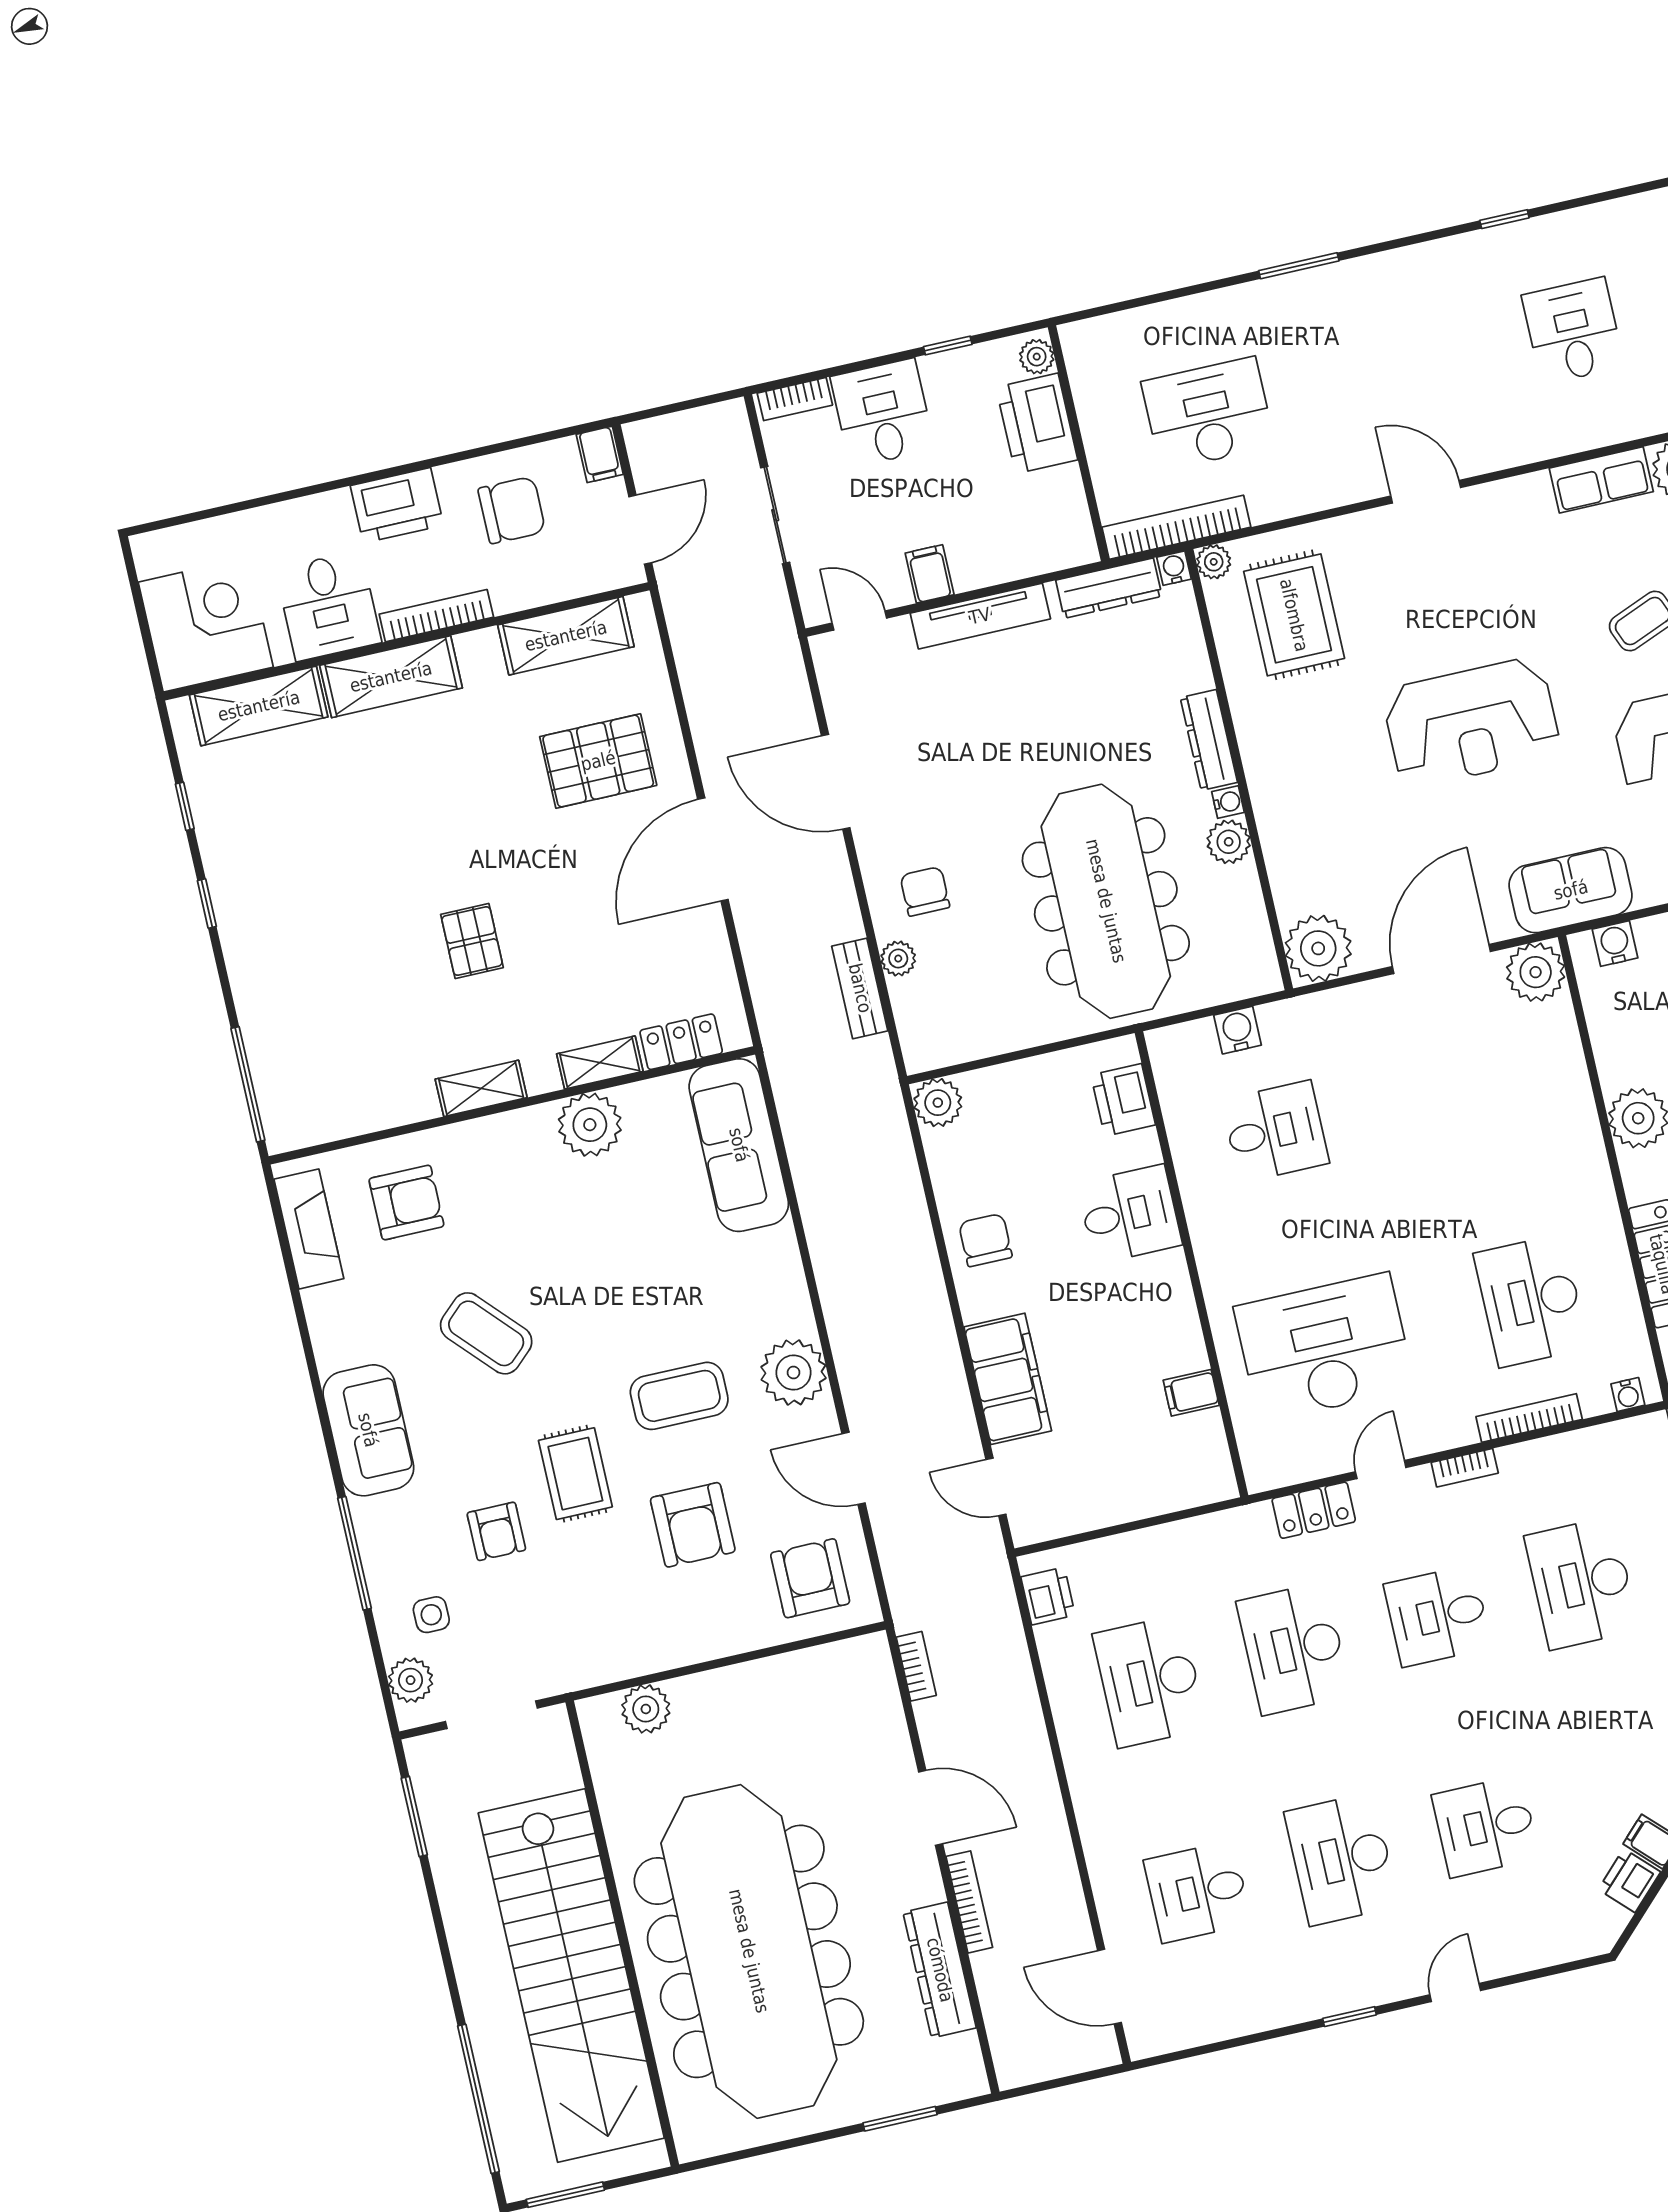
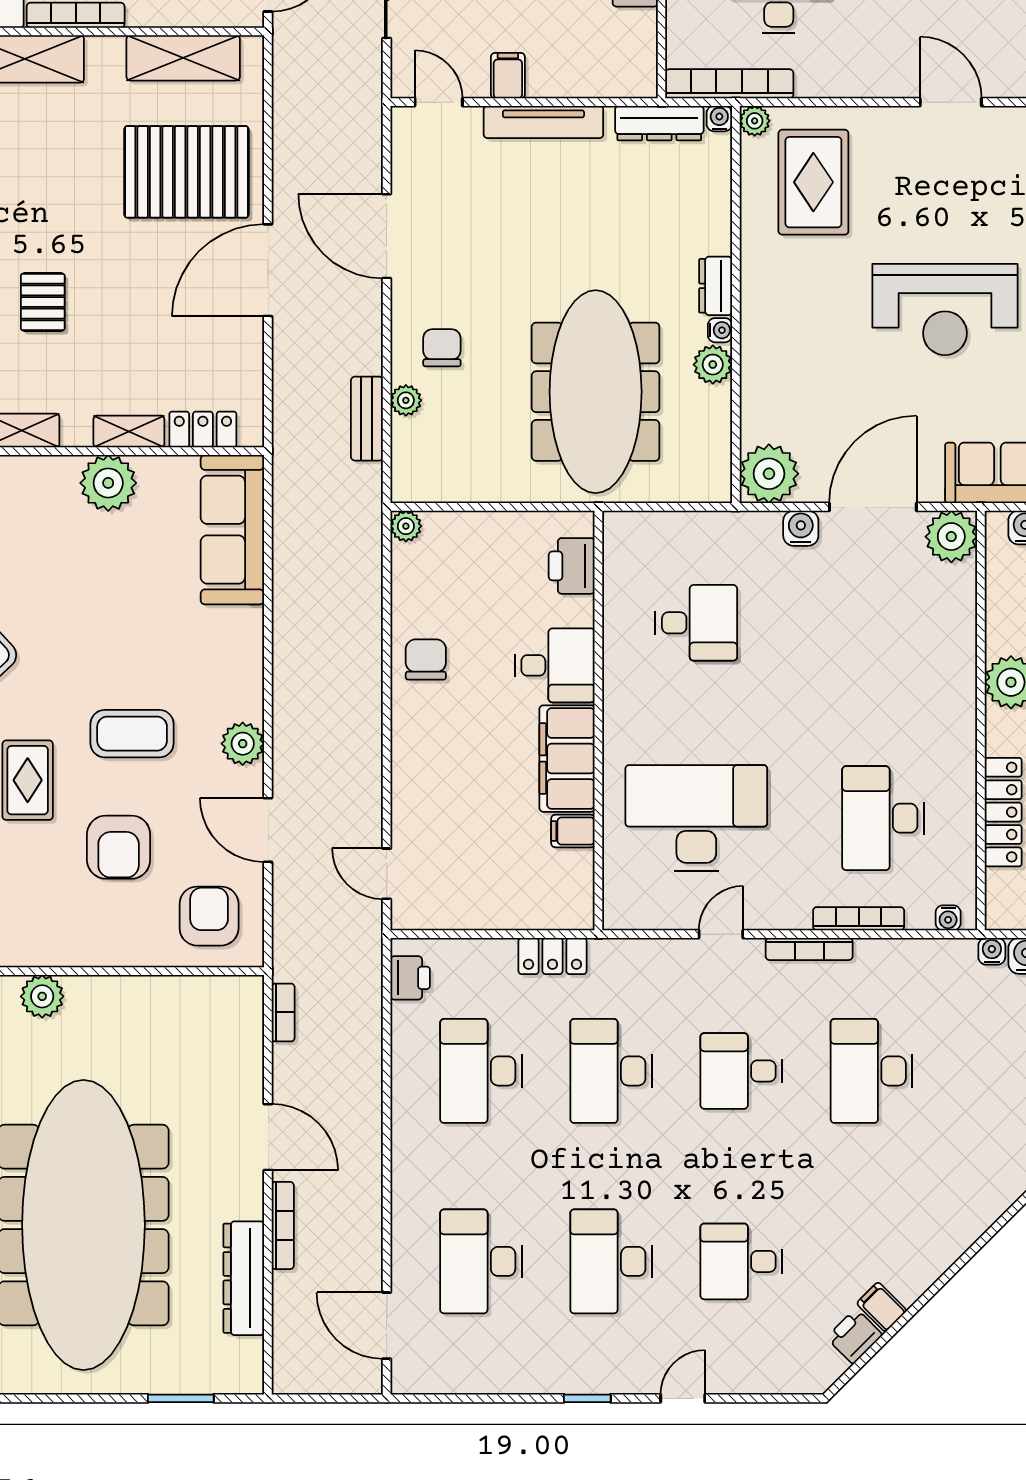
dresser: (1209, 740) -> (716, 286), width x0.70
pallet: (598, 761) -> (186, 172), width x1.37, depth x1.41
water cooler: (1238, 1030) -> (801, 528), moved
plant: (938, 1103) -> (406, 526), width x0.73, depth x0.73
plant: (793, 1372) -> (243, 744), width x0.73, depth x0.73
filing cabinet: (1008, 1379) -> (567, 759), moved, turned 180
bookcase: (1465, 1468) -> (809, 949), width x1.56
locker: (1314, 1510) -> (553, 956), moved
desk: (1198, 1892) -> (481, 1261), width x1.37

